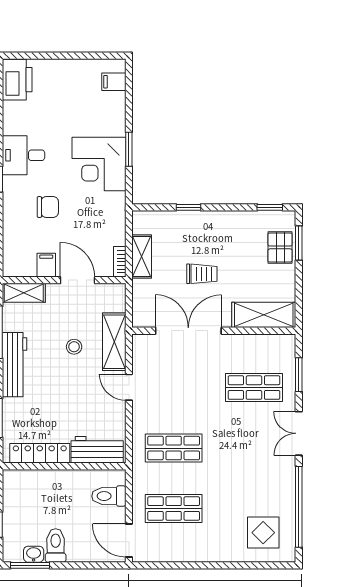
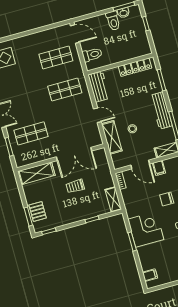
shelving: (142, 256) -> (113, 199), moved
workbench: (97, 450) -> (99, 87), moved, turned -90

